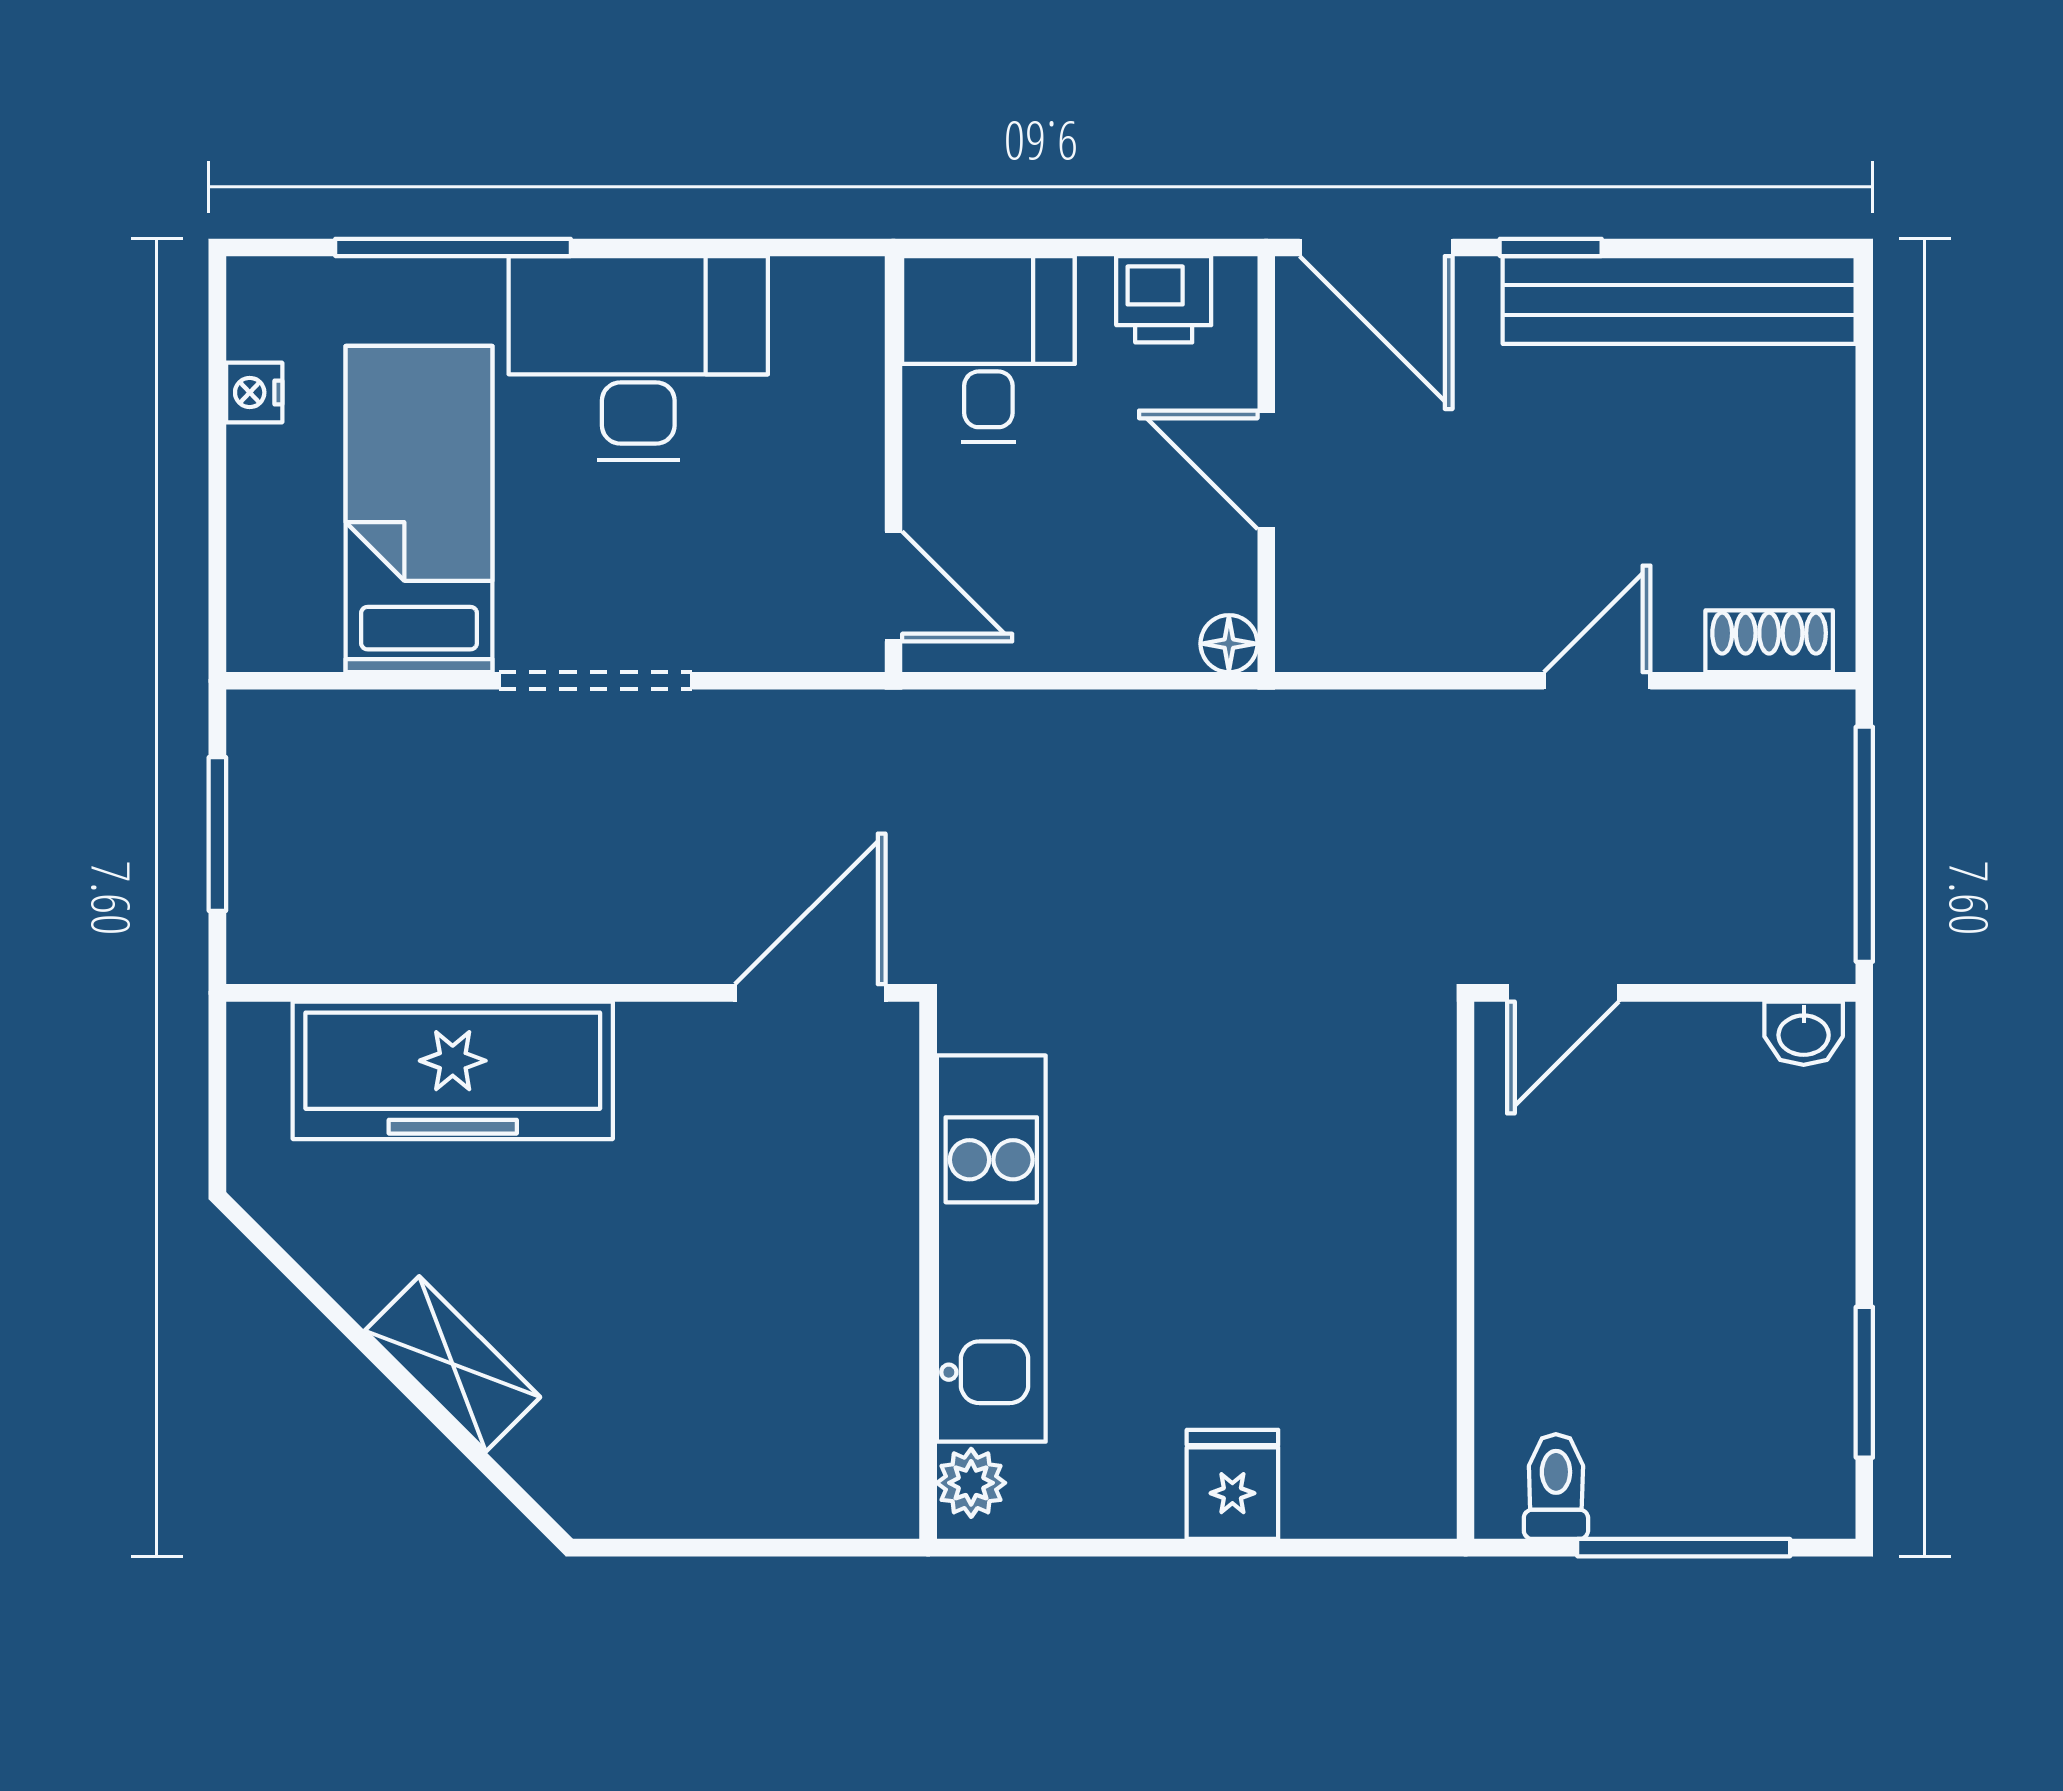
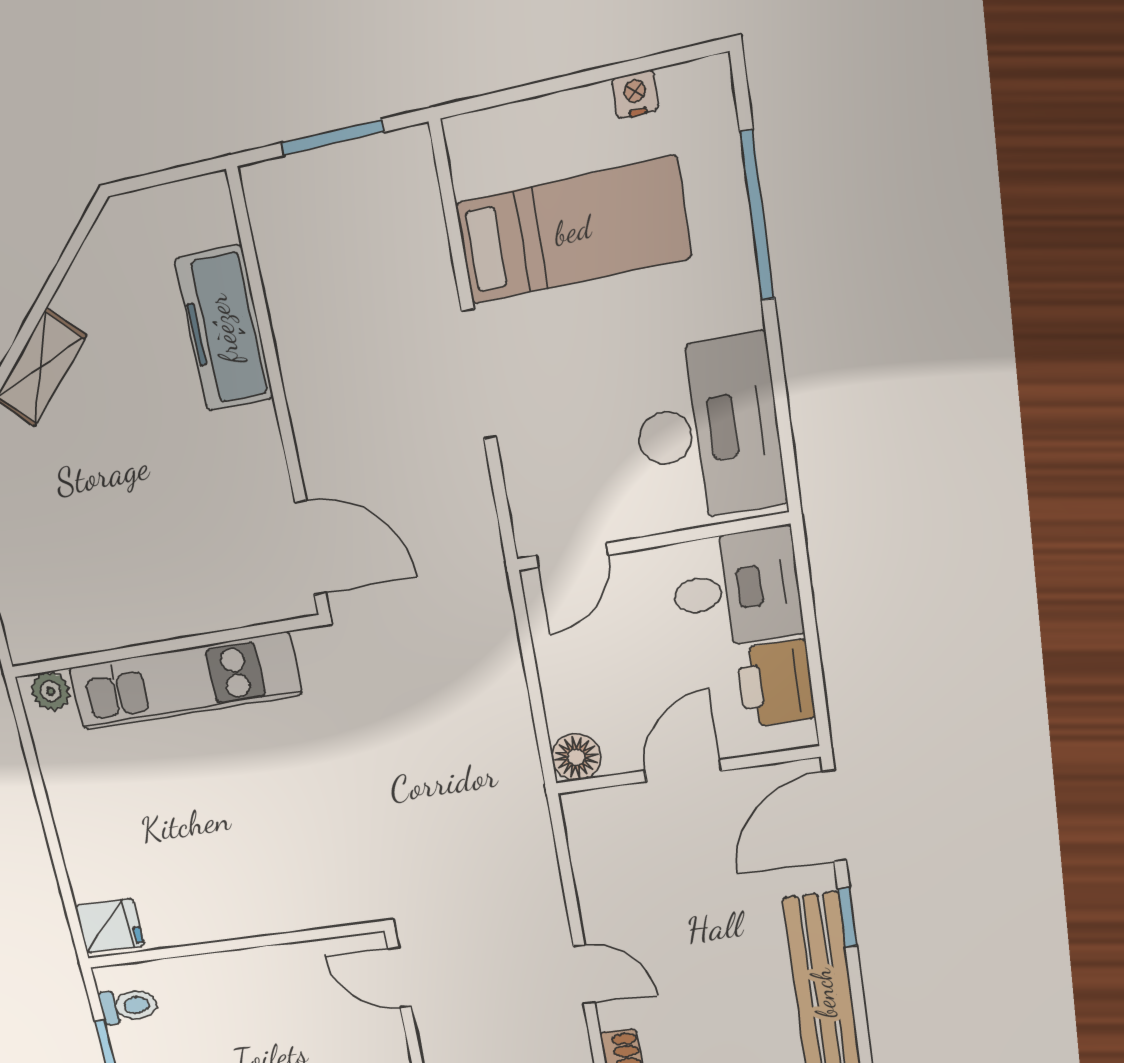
printer: (1164, 299) -> (775, 683), width x1.36, depth x1.24
desk: (638, 358) -> (708, 430), moved
floor lamp: (1229, 644) -> (576, 757), width x1.37, depth x1.37
freezer: (453, 1070) -> (224, 329), width x0.73, depth x0.79
fridge: (1232, 1484) -> (110, 926), moved

